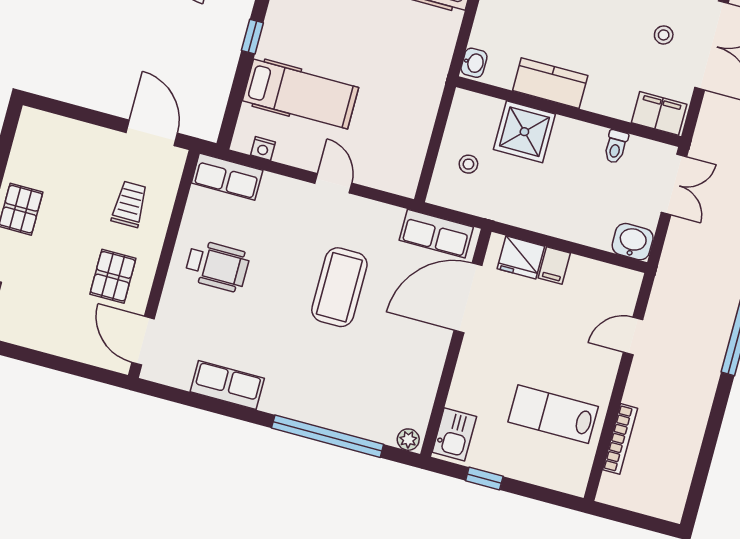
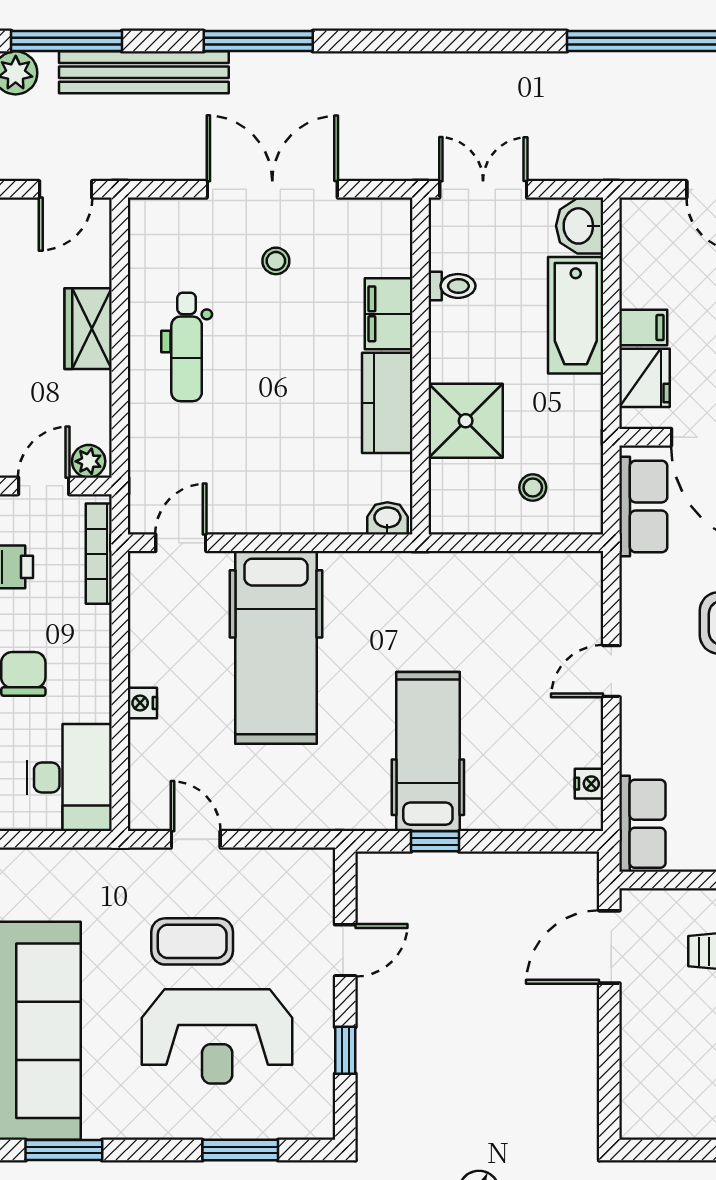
hospital bed: (301, 94) -> (428, 751), moved
filing cabinet: (659, 113) -> (389, 314), moved
bathtub: (574, 223) -> (576, 315), added

